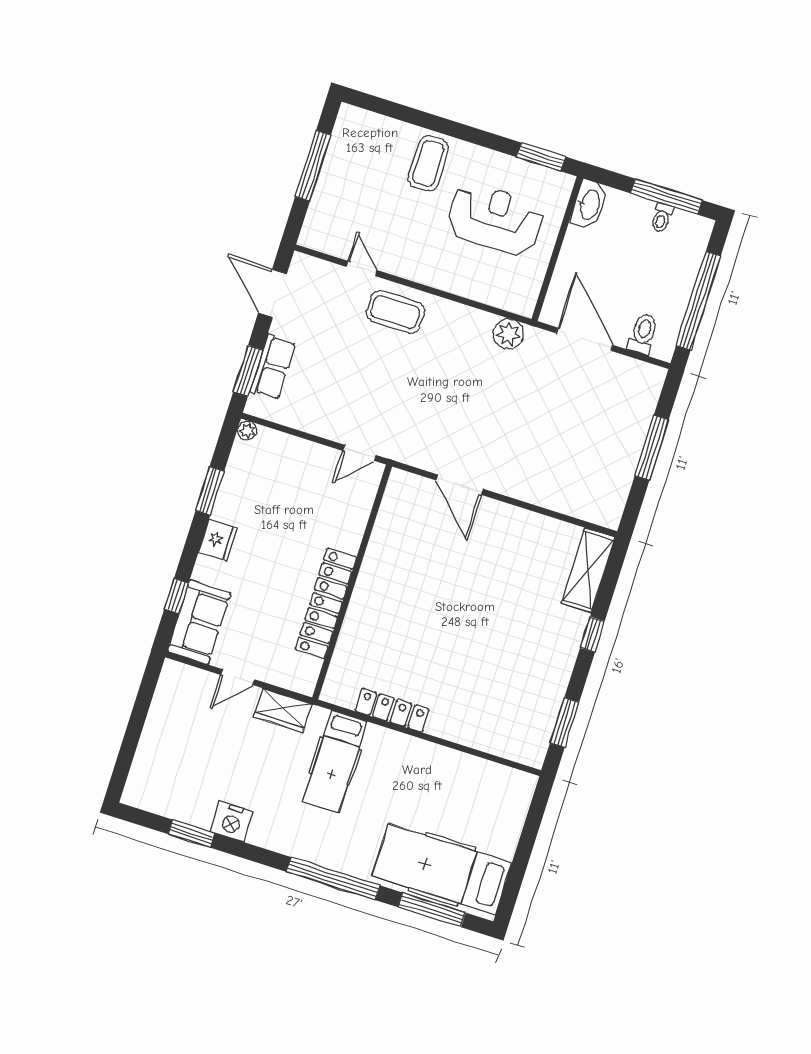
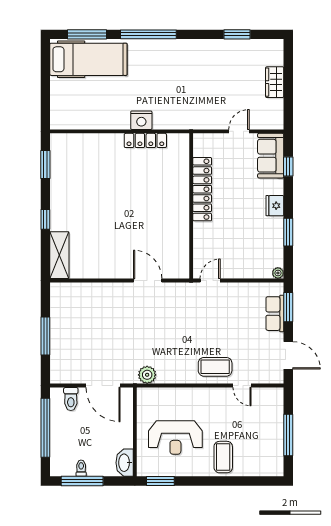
wardrobe: (283, 710) -> (275, 82), moved, turned -90
hospital bed: (335, 761) -> (169, 101), removed
nightstand: (232, 822) -> (141, 120), moved, turned 180

